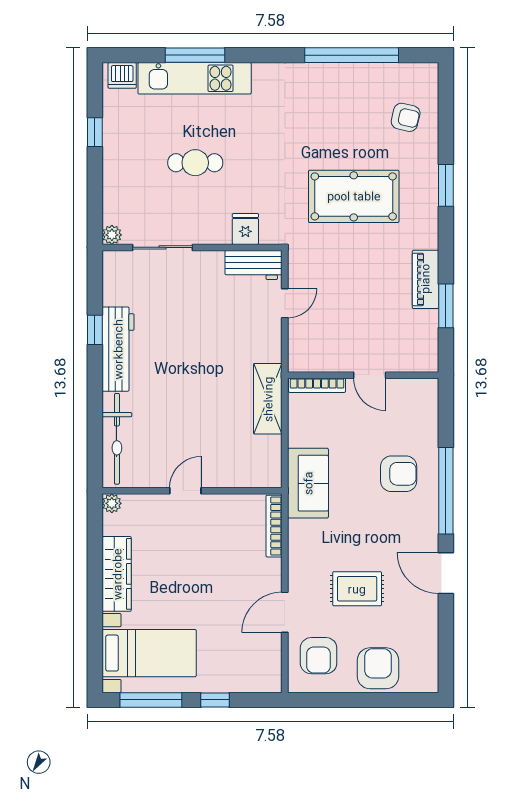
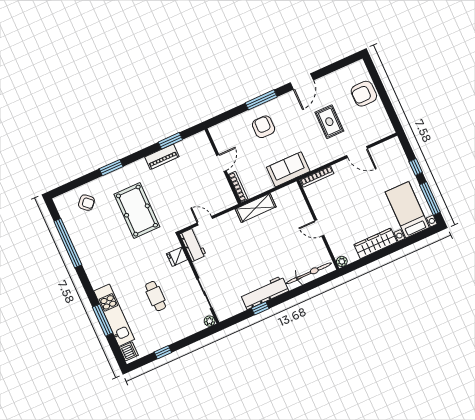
armchair: (406, 117) -> (86, 203), turned 119
window: (446, 491) -> (261, 100), width x0.68
armchair: (319, 656) -> (371, 126), removed

